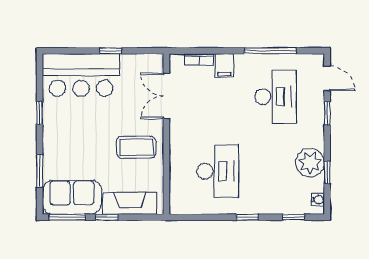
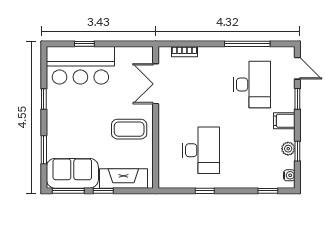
window: (111, 51) -> (84, 44), moved
filing cabinet: (224, 66) -> (284, 121), moved, turned 90
plant: (310, 163) -> (288, 149), width x0.53, depth x0.53
window: (247, 217) -> (205, 191), moved

